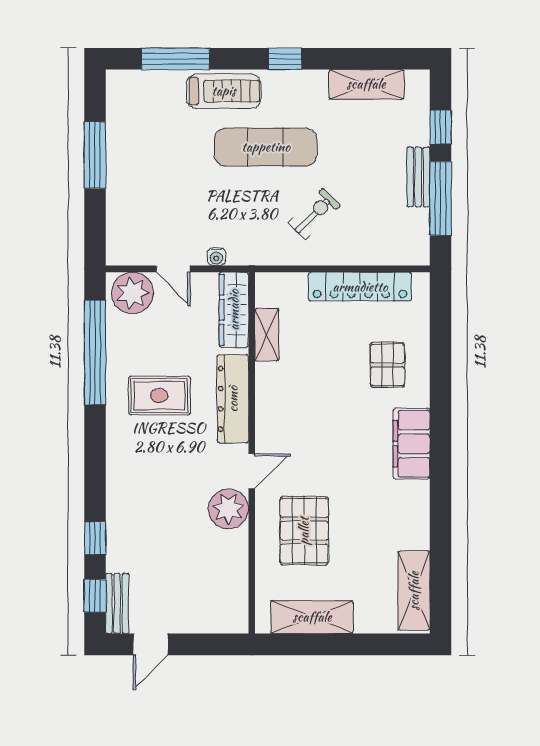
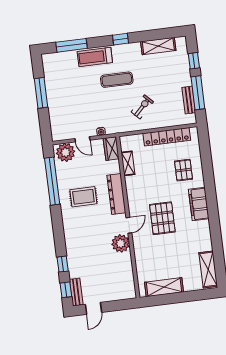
treadmill: (224, 91) -> (95, 57), turned 180
exercise mat: (266, 147) -> (117, 80), width x0.73, depth x0.69
bench: (418, 177) -> (189, 100), moved
wardrobe: (234, 310) -> (111, 149), width x0.67
pallet: (304, 531) -> (162, 218), moved

